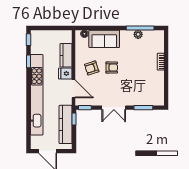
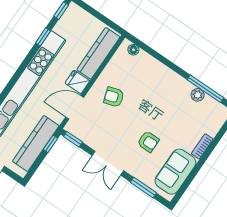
sofa: (104, 39) -> (175, 172), moved, turned 90
kitchen counter: (66, 55) -> (98, 53), width x1.50
armchair: (112, 68) -> (148, 142), moved
door: (74, 89) -> (75, 107), swing flipped

